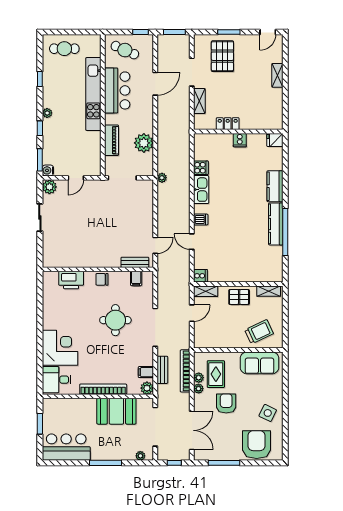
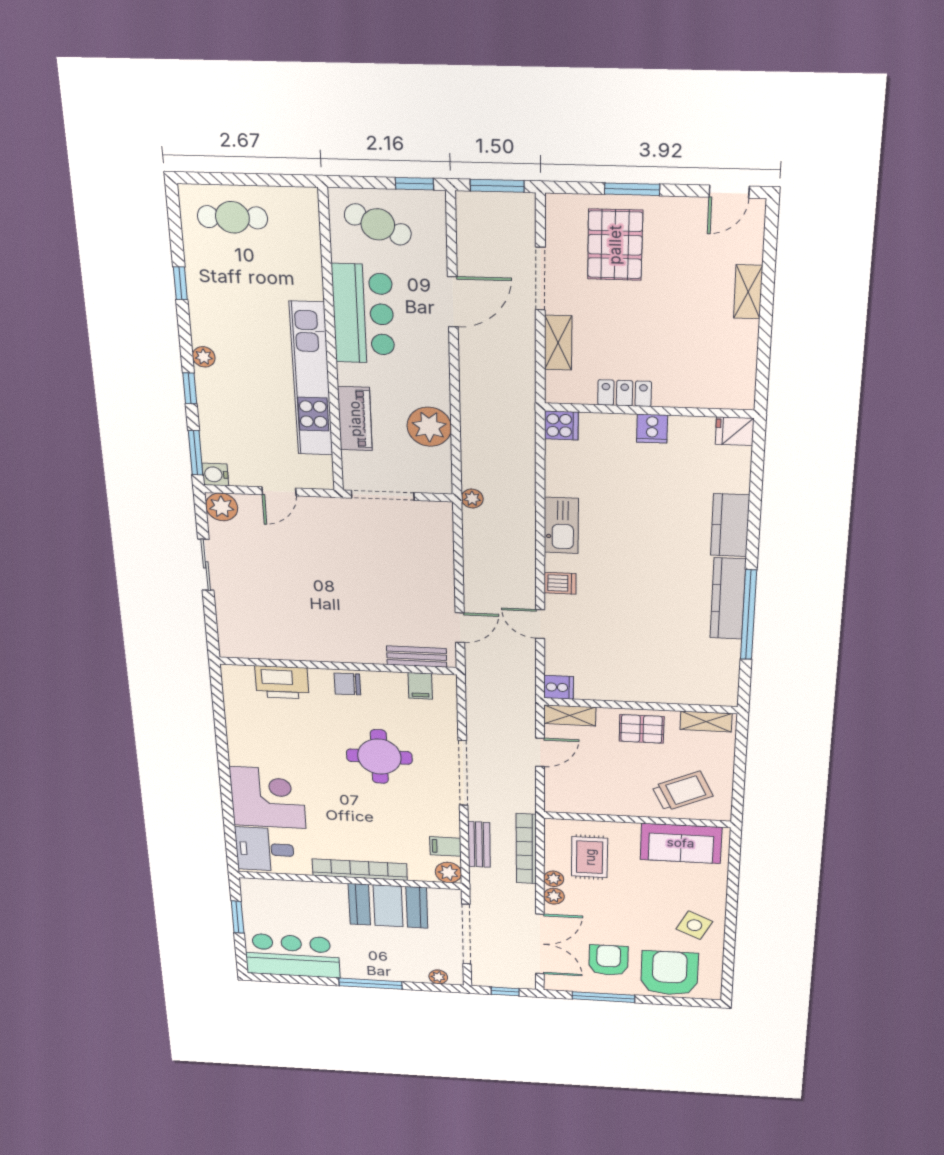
kitchen unit: (93, 94) -> (311, 379), moved
cooker: (201, 168) -> (561, 425), moved
plant: (199, 378) -> (554, 896), moved
armchair: (226, 403) -> (609, 960), moved

